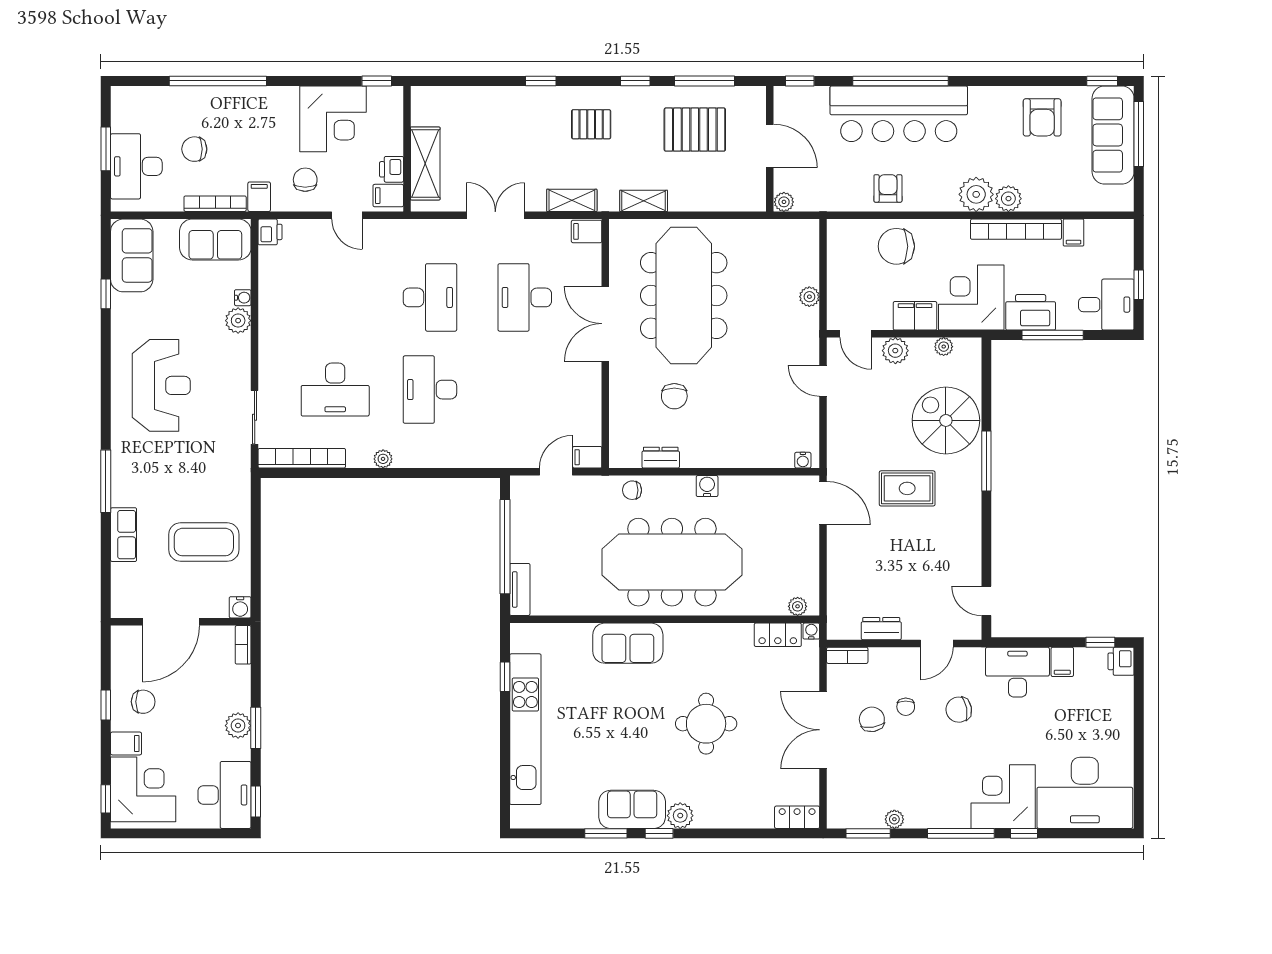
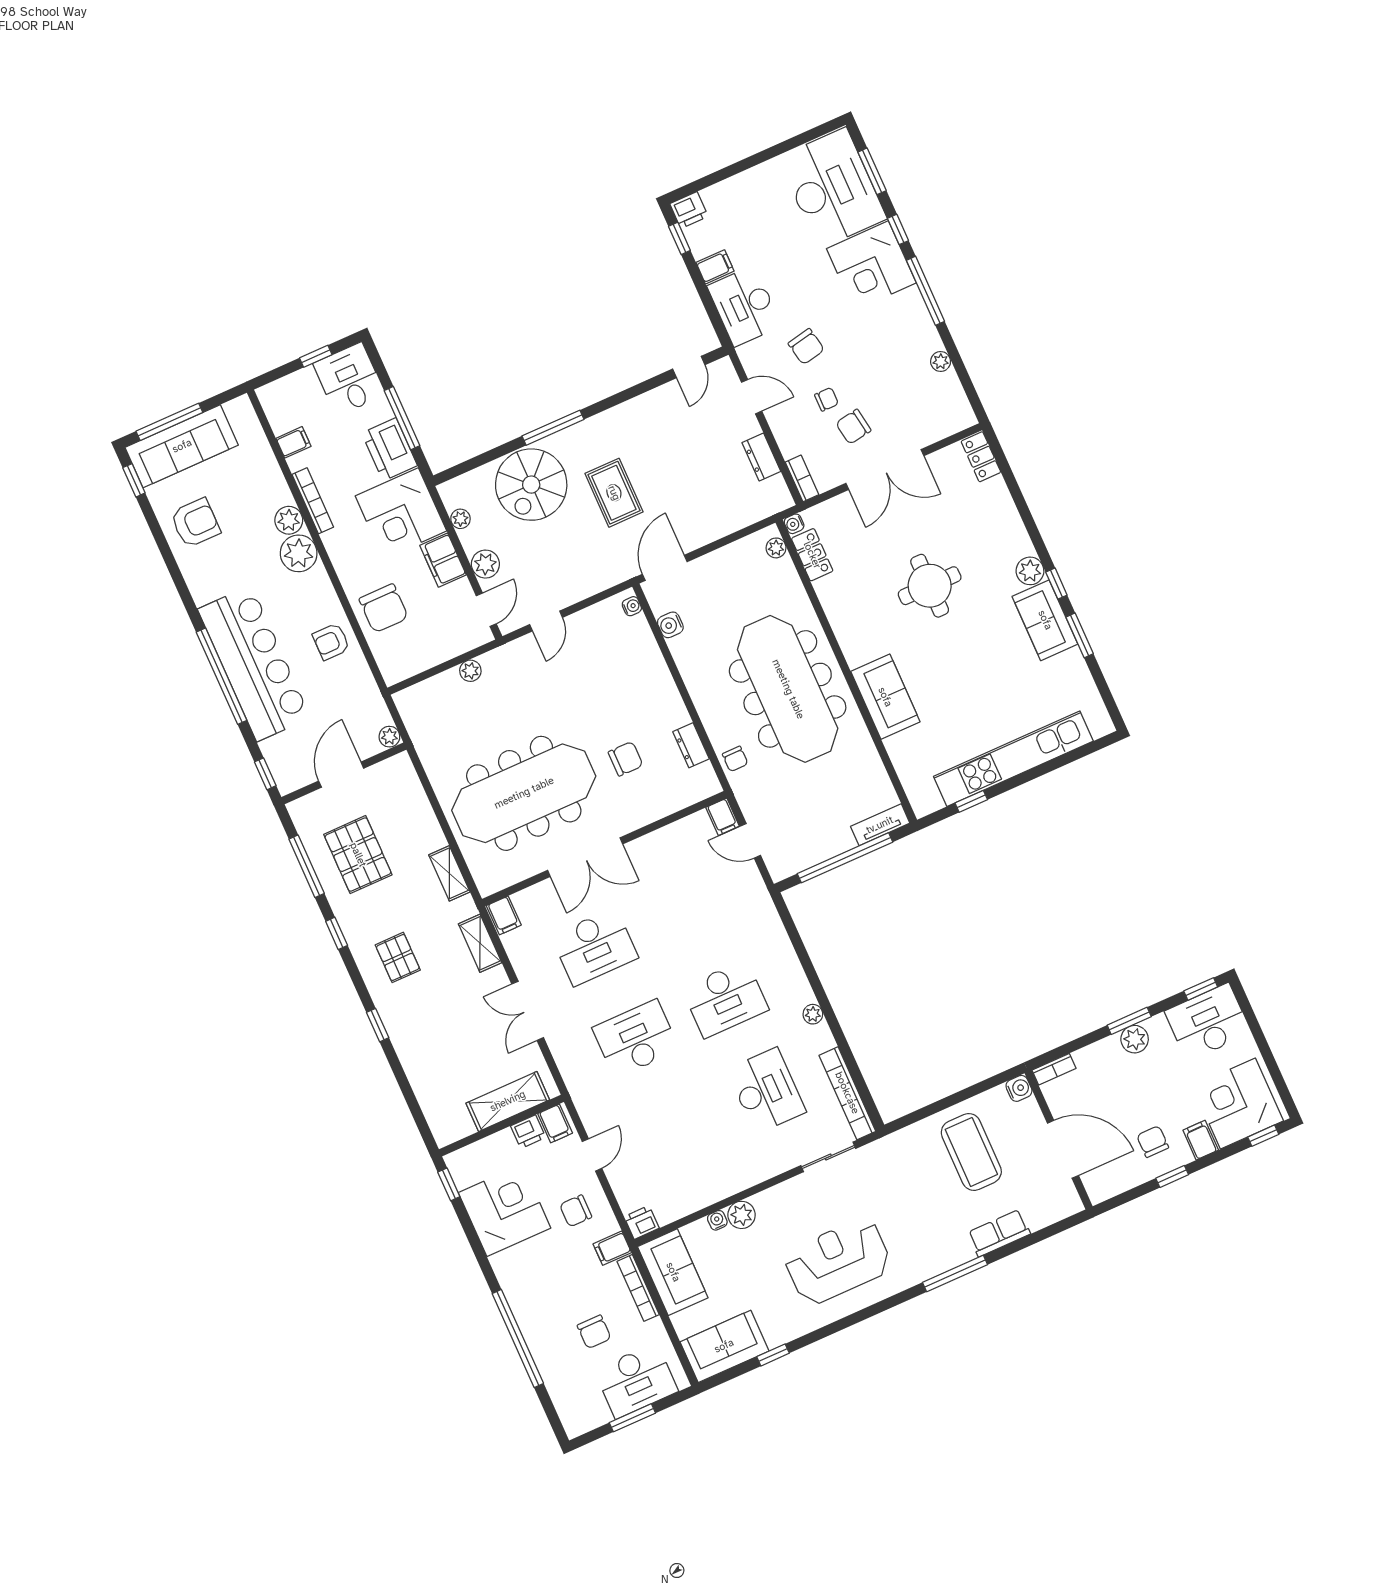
bookcase: (1016, 229) -> (313, 501), width x0.68, depth x0.76
water cooler: (707, 486) -> (670, 625), moved
window: (868, 833) -> (872, 171), moved

